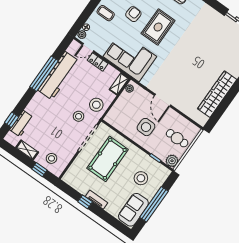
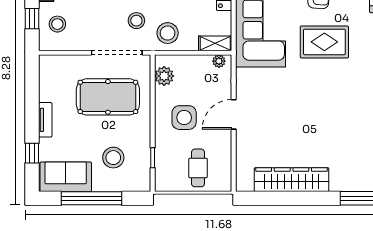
plant: (172, 161) -> (164, 76), moved
window: (85, 202) -> (32, 153), moved

